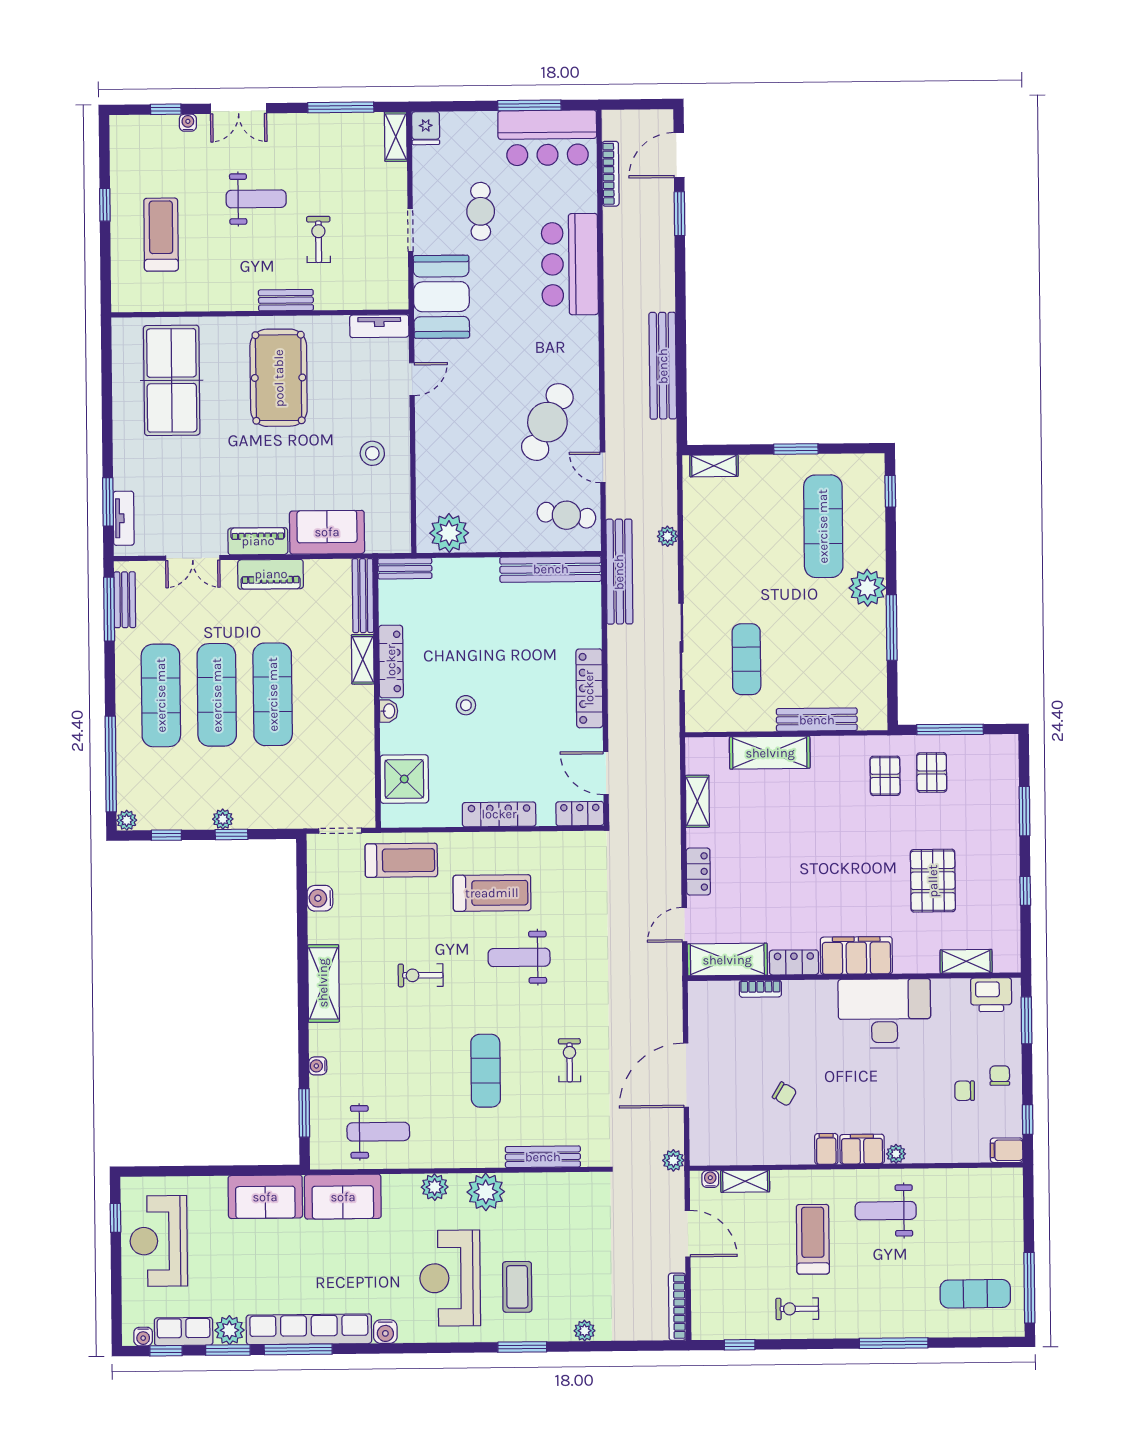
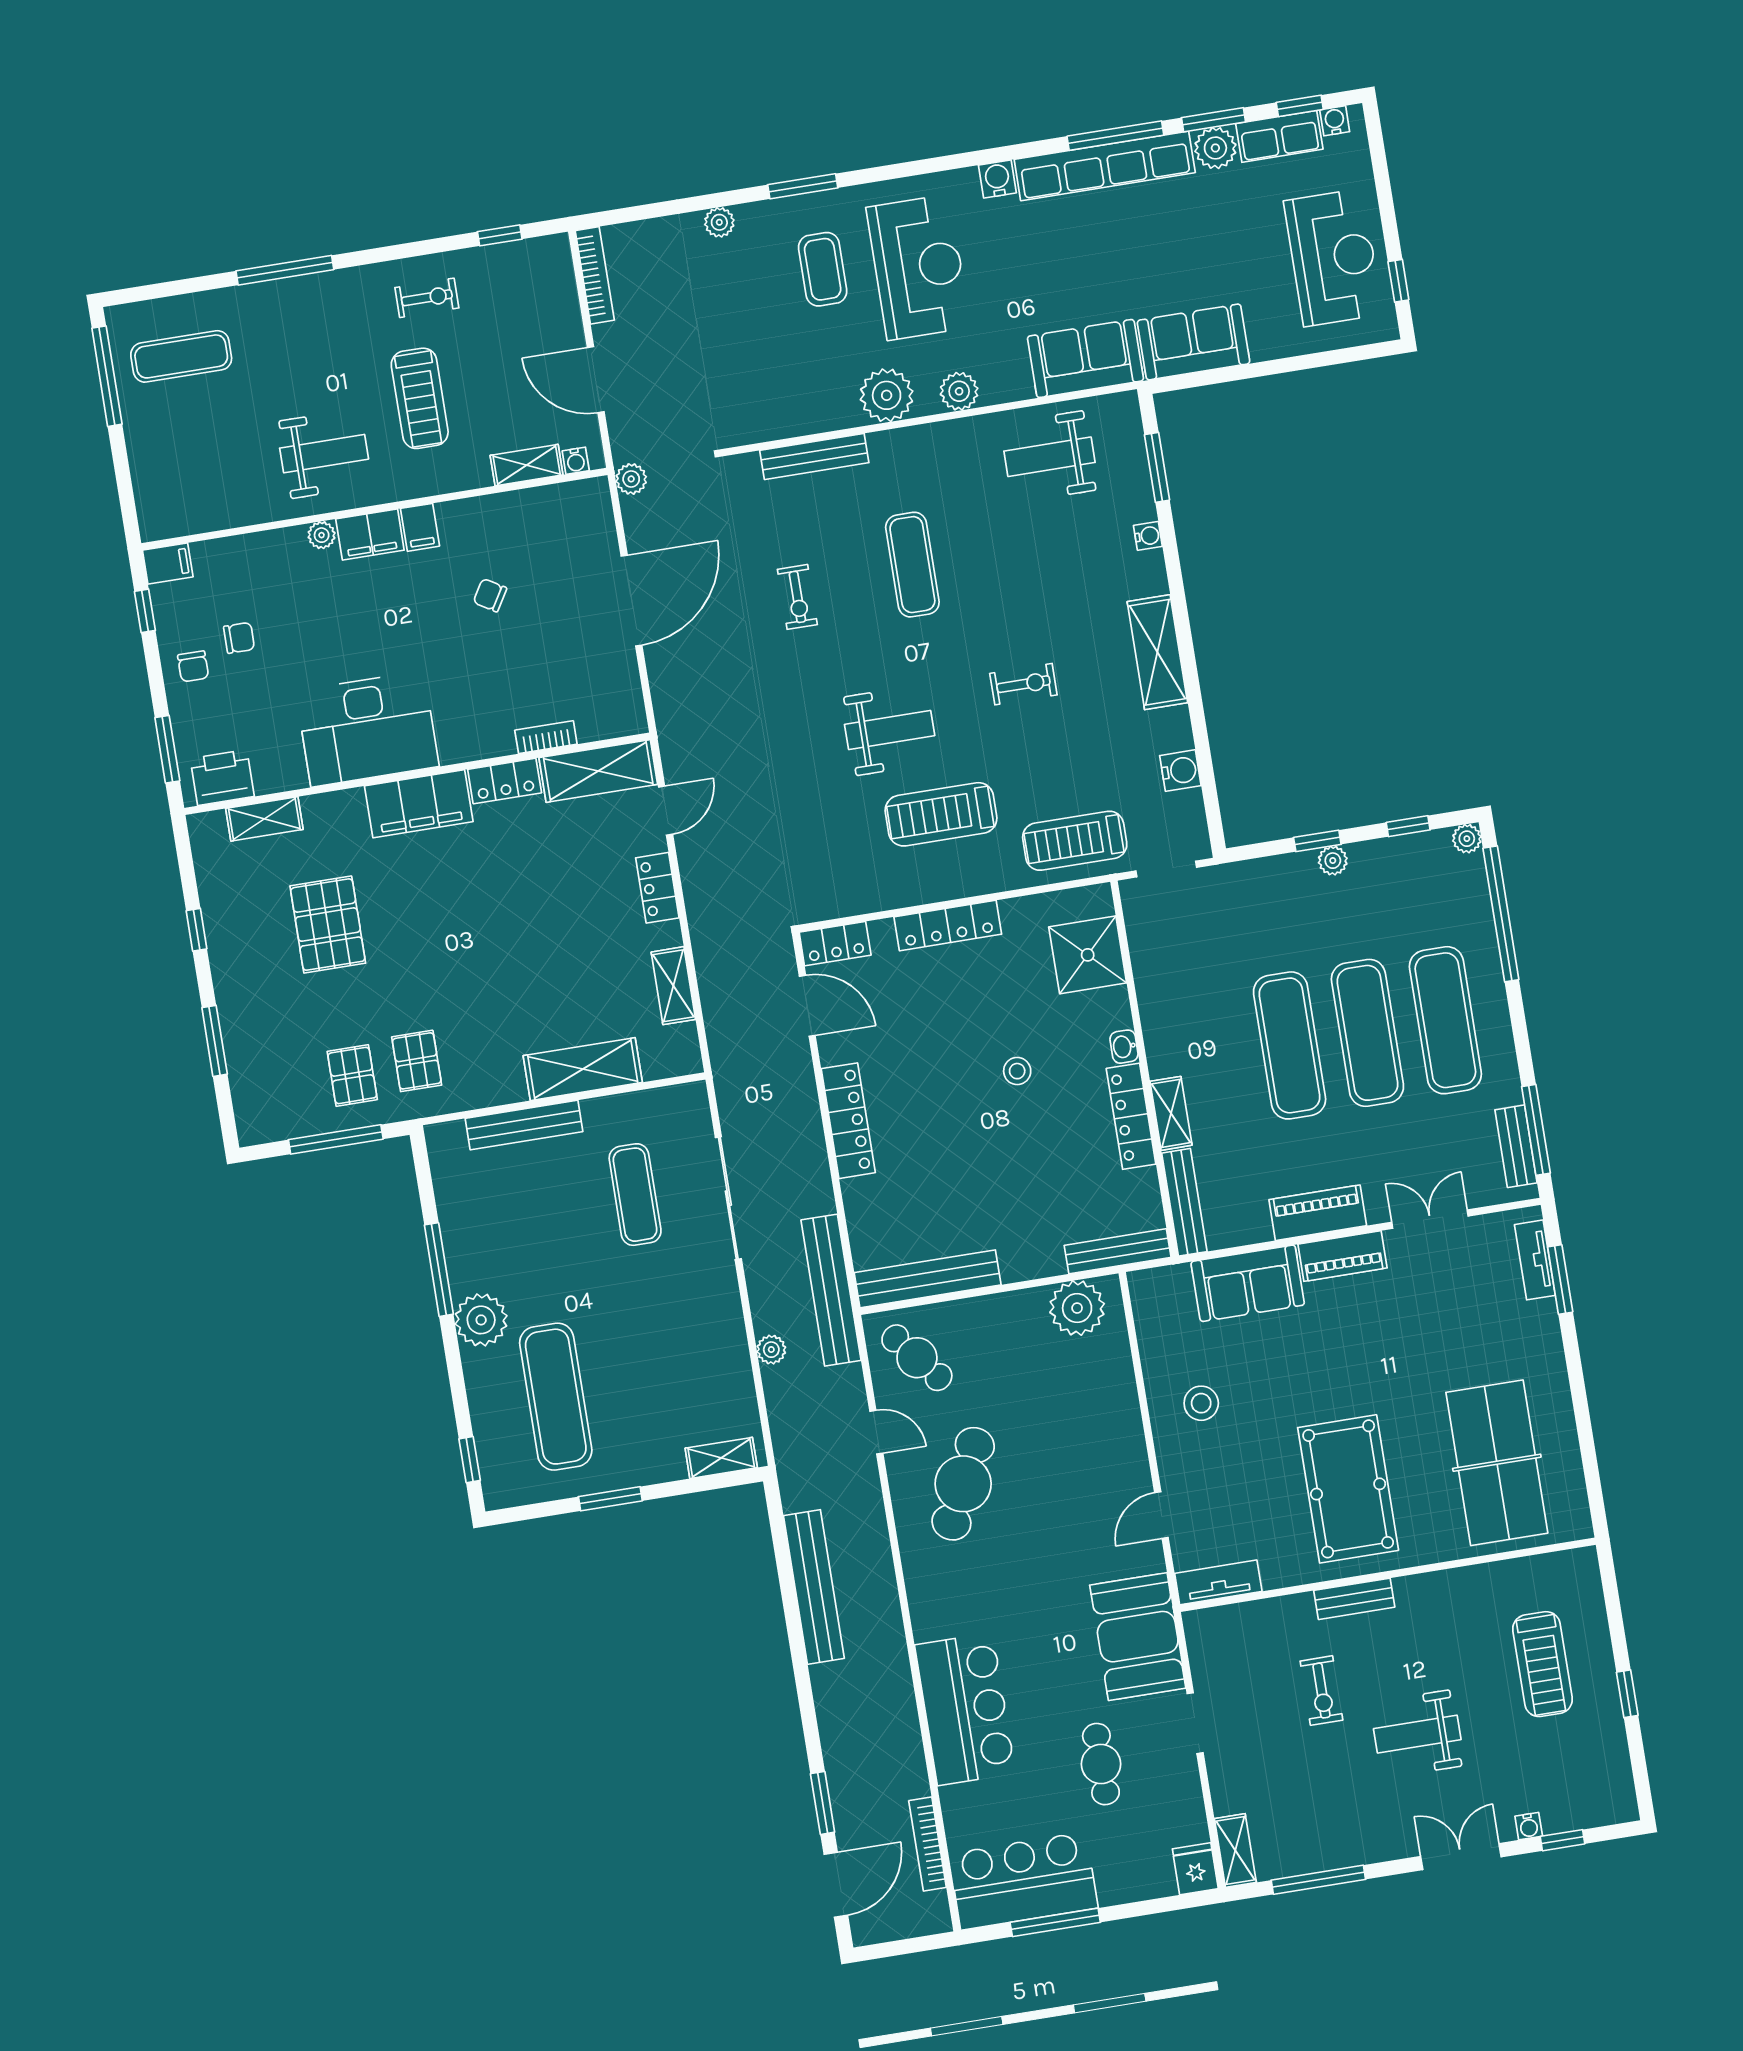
cafe table: (566, 515) -> (917, 1358), turned 42
bench: (405, 568) -> (1118, 1251), width x1.36

